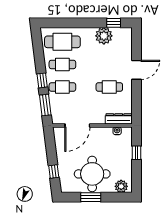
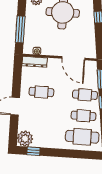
plant: (104, 36) -> (25, 139), moved
door: (77, 126) -> (73, 58), swing flipped
window: (137, 153) -> (20, 29), width x2.17

